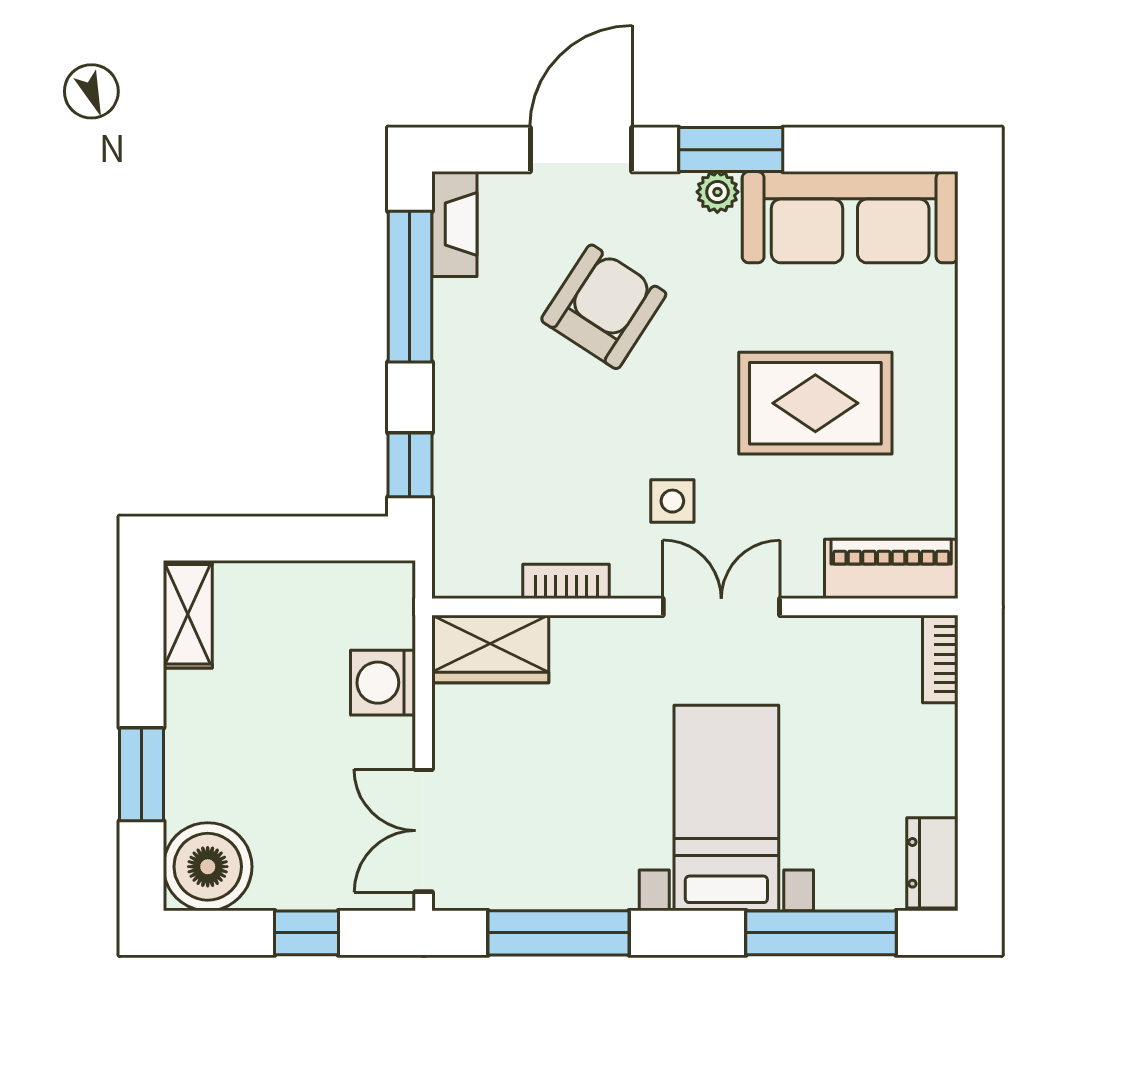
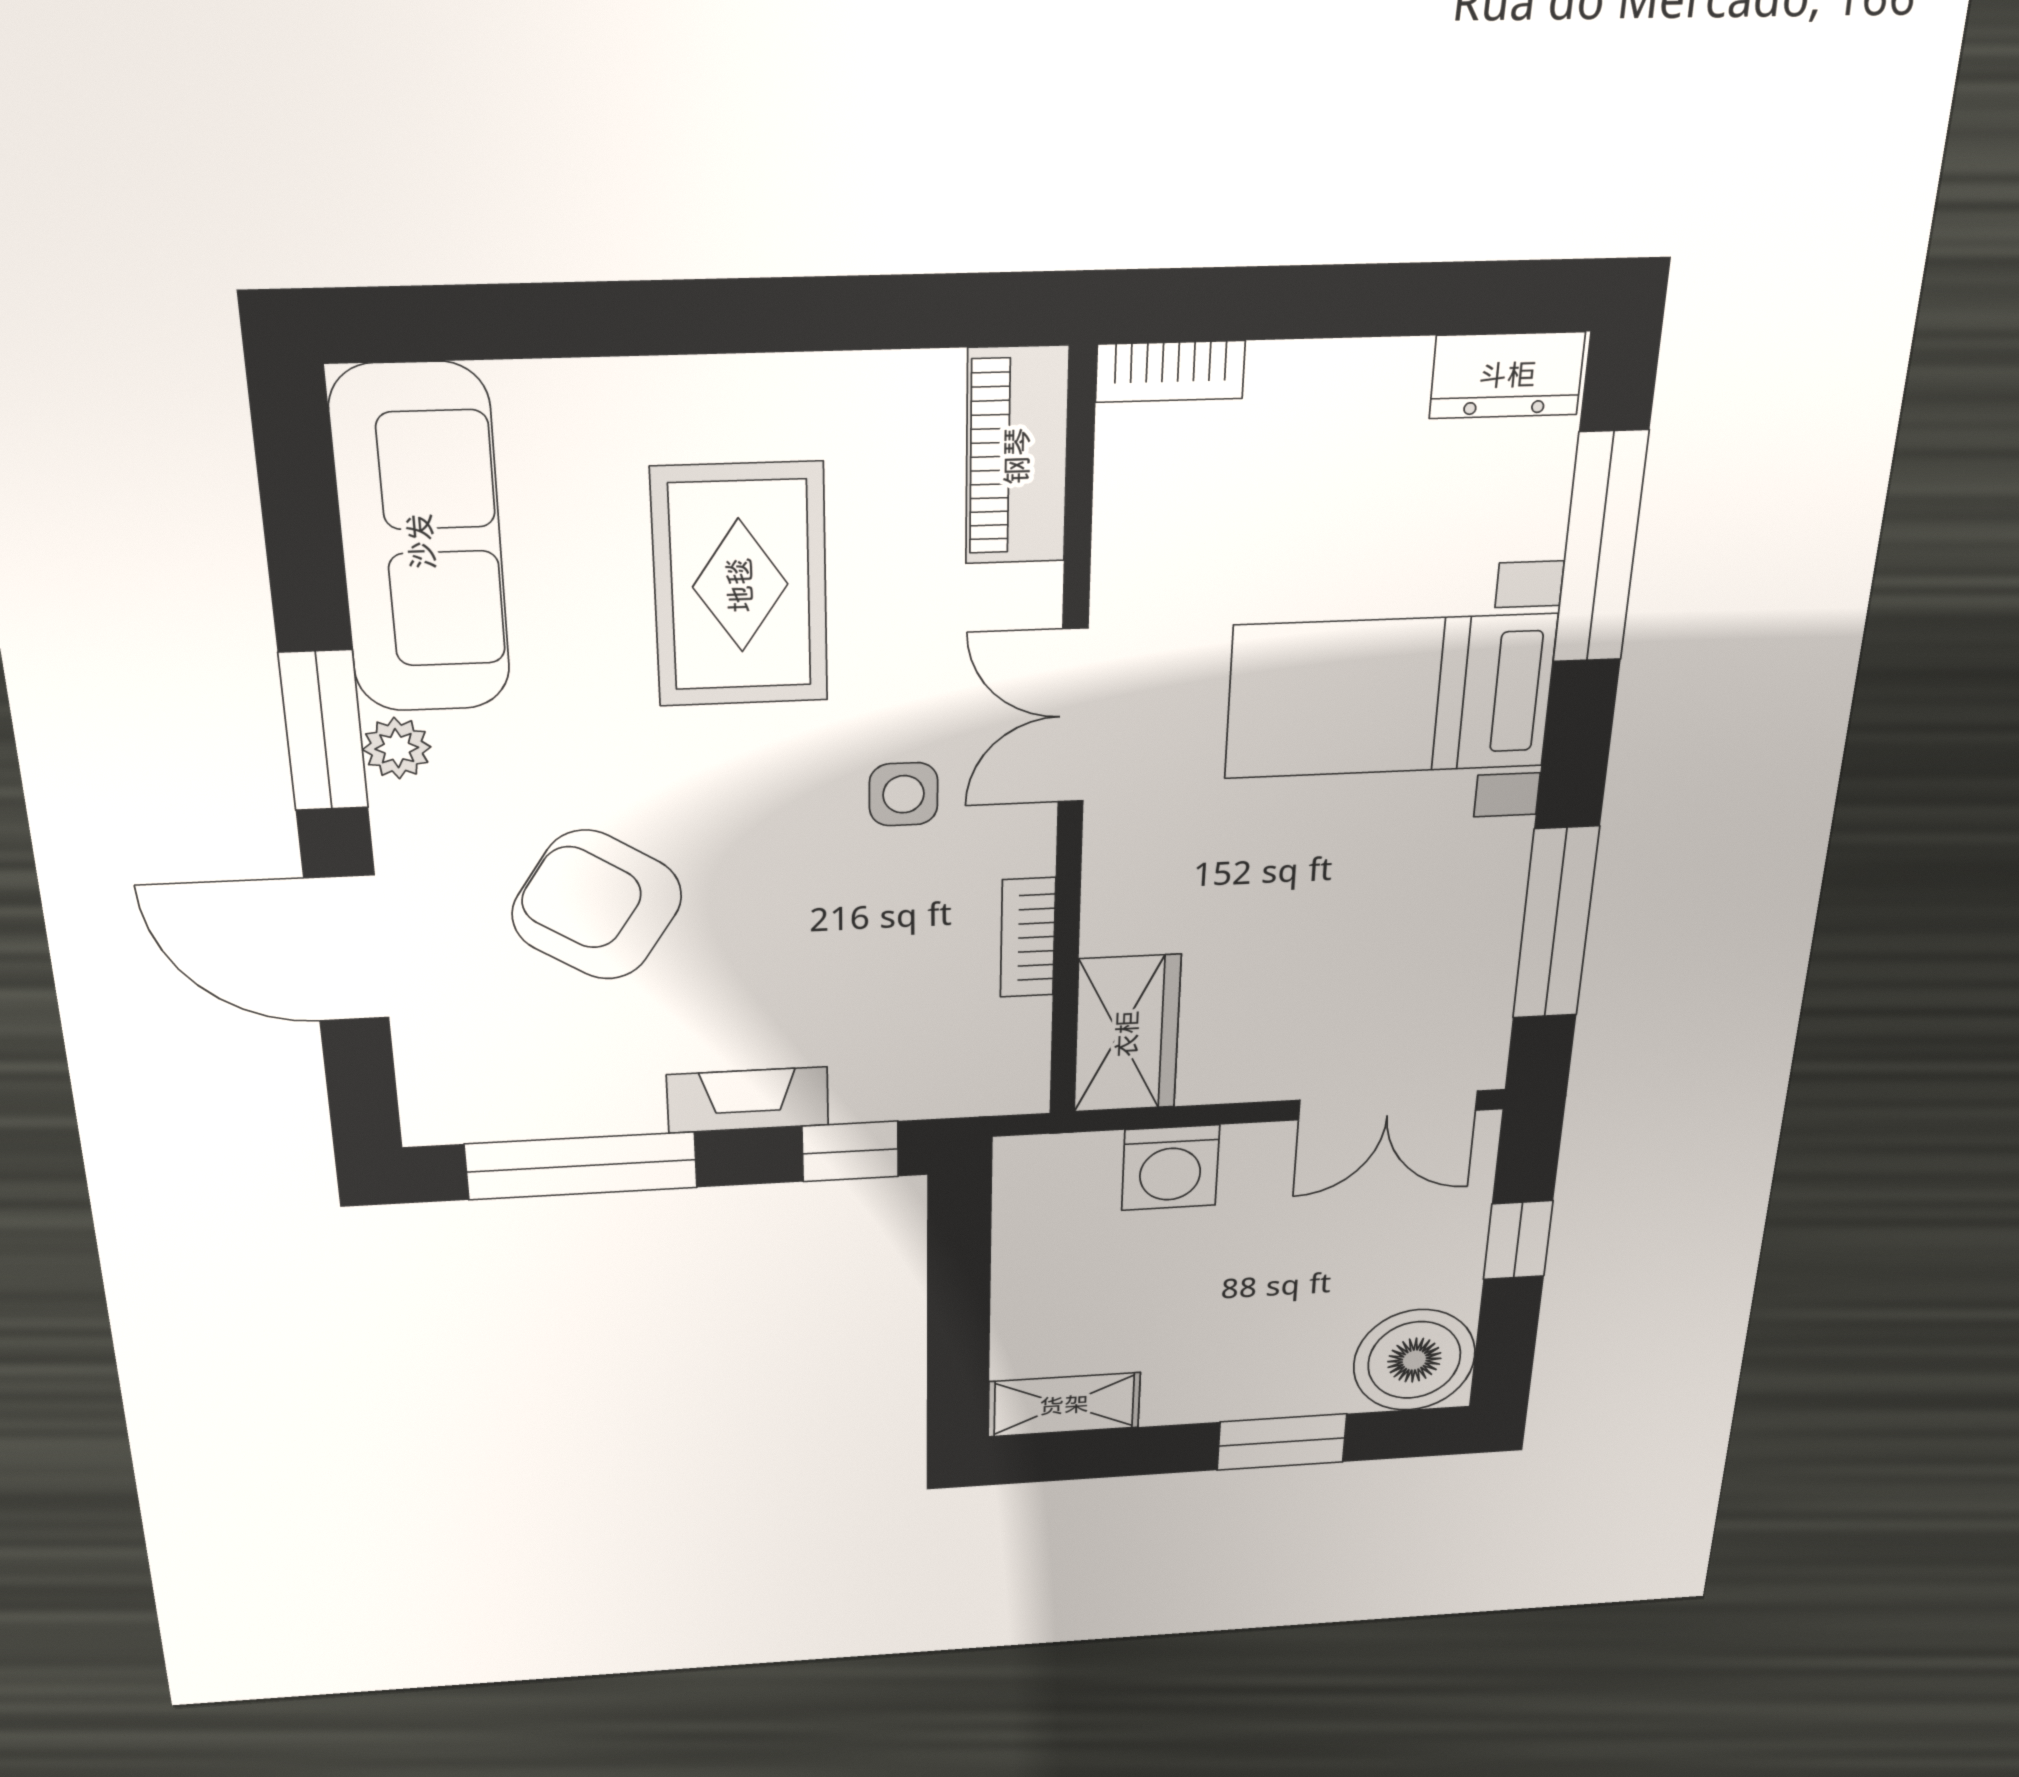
fireplace: (454, 224) -> (748, 1100), moved

